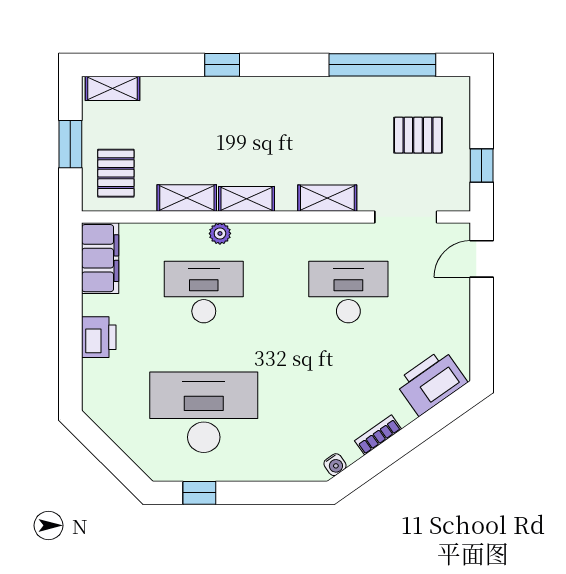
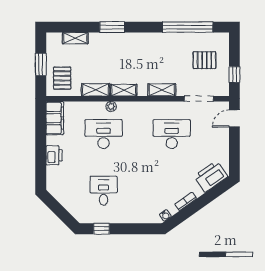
window: (222, 65) -> (112, 27), width x1.50
shelving: (112, 88) -> (75, 38), moved
desk: (204, 412) -> (104, 191), width x0.53, depth x0.77

